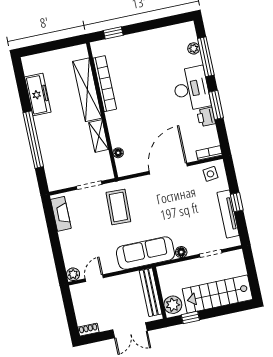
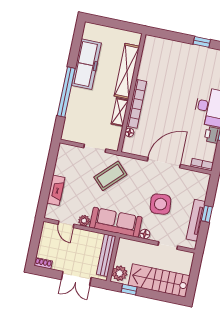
window: (113, 33) -> (202, 42), moved
bookcase: (105, 84) -> (136, 104), moved
freezer: (38, 95) -> (86, 64), width x1.36, depth x1.26
side table: (210, 174) -> (160, 204), moved, width x1.87, depth x1.87
coffee table: (118, 207) -> (110, 176), turned 43
fireplace: (61, 214) -> (56, 190), moved
plant: (73, 274) -> (84, 221), moved
door: (94, 278) -> (66, 224), swing flipped

